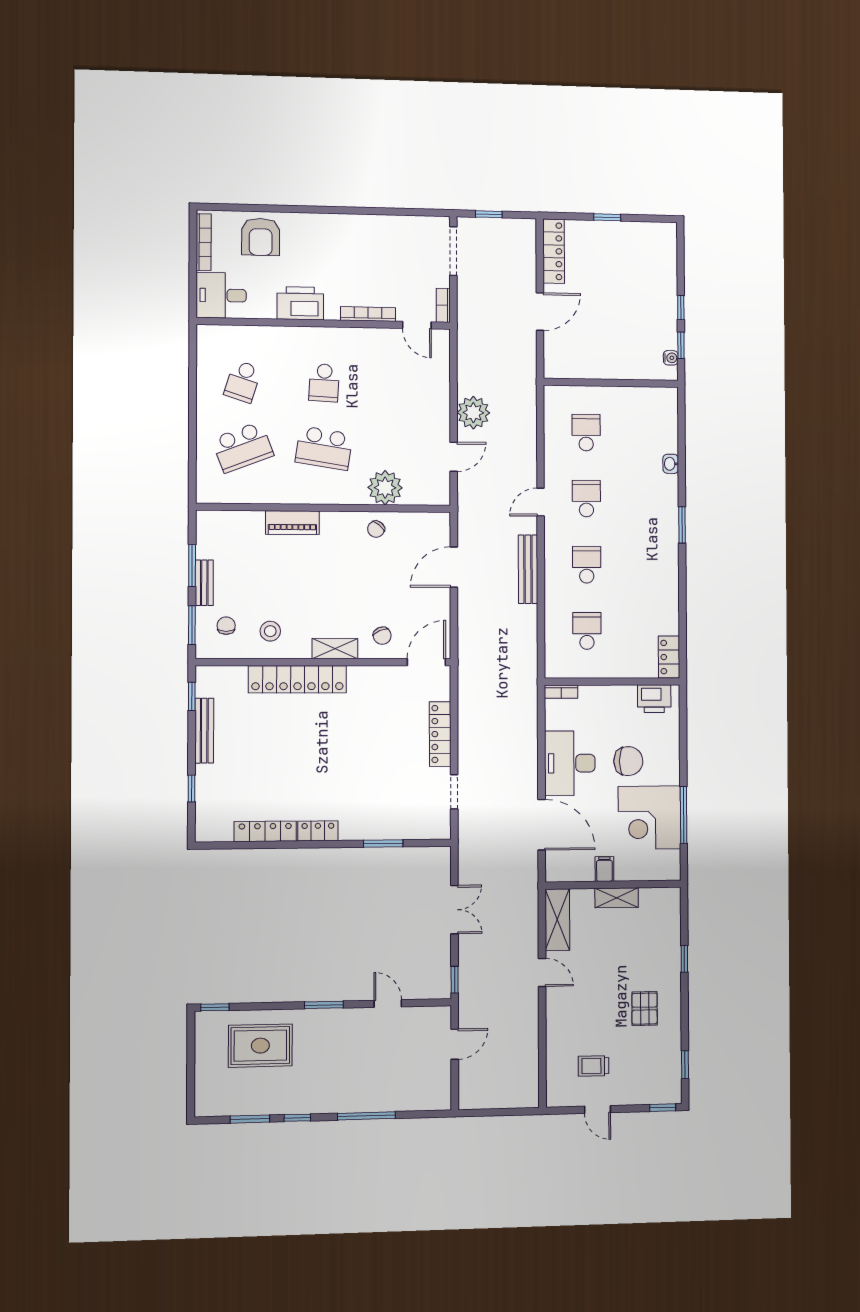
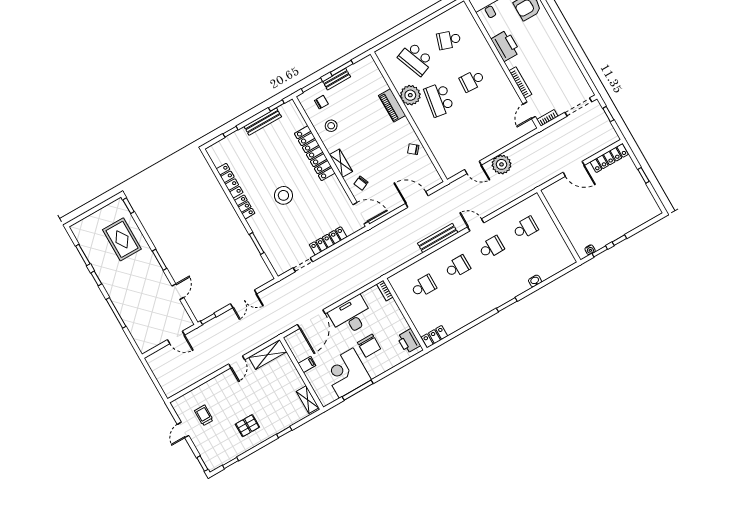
plant: (385, 488) -> (410, 95), moved
stool: (334, 762) -> (283, 195), added
shelving: (617, 898) -> (308, 400), moved

